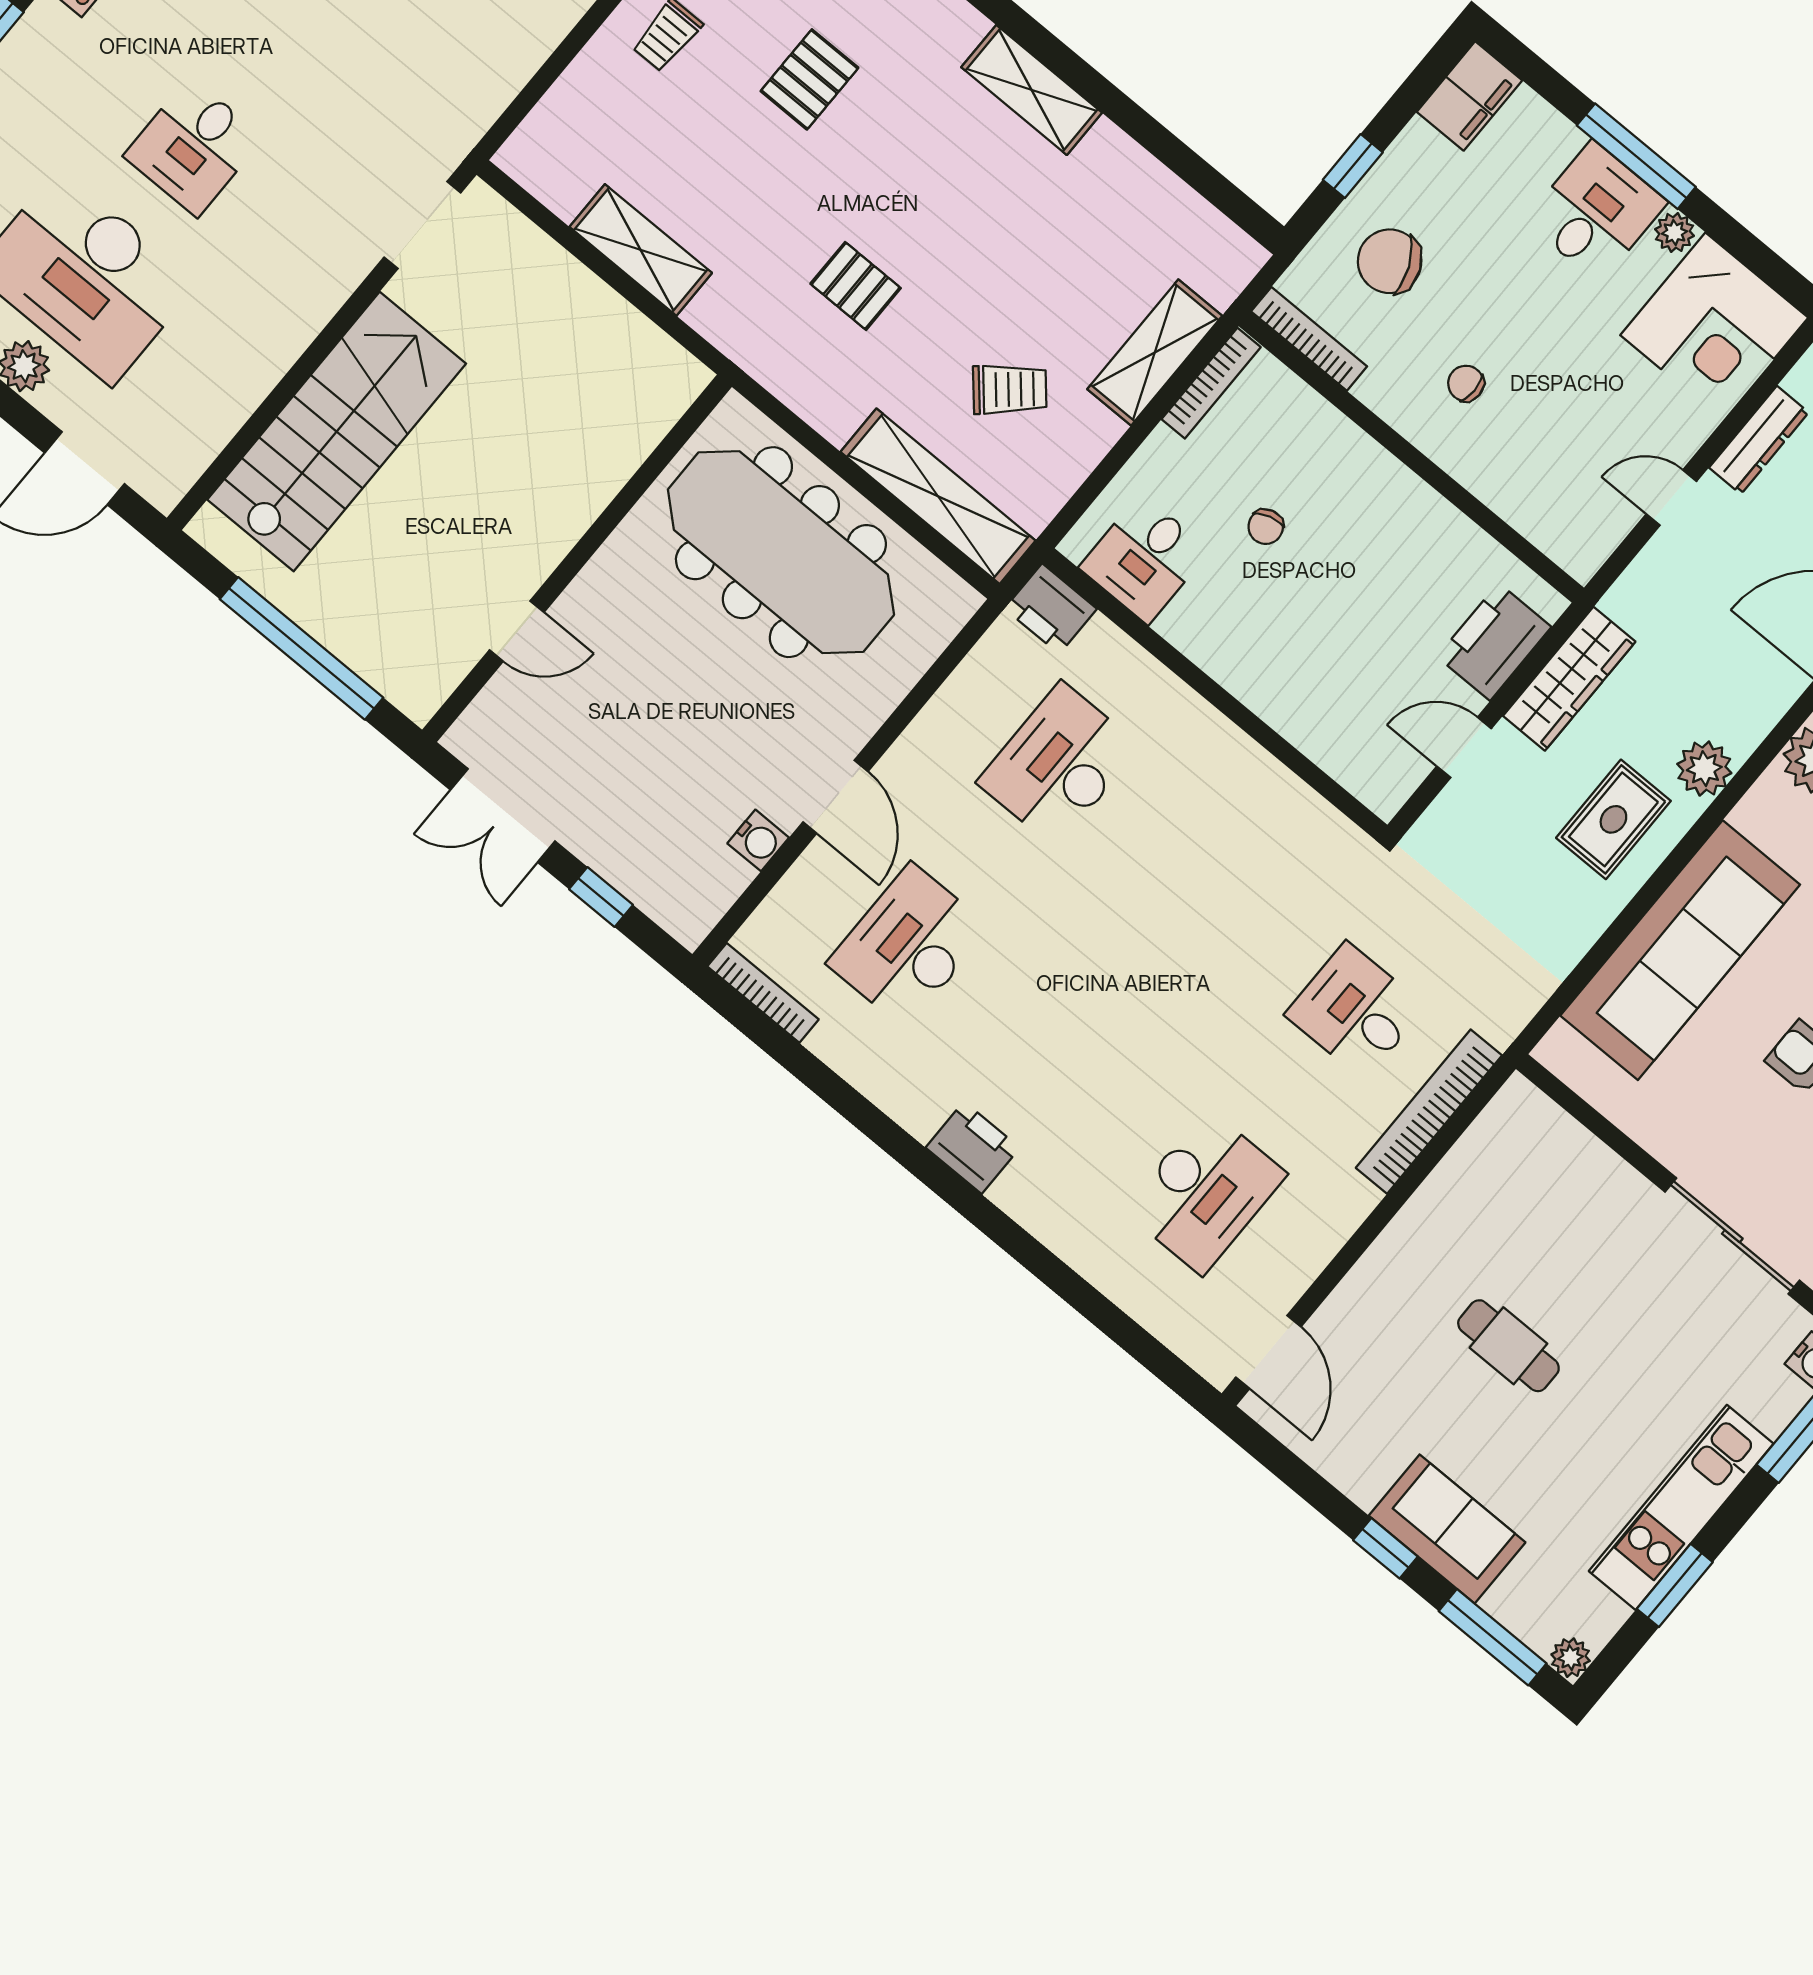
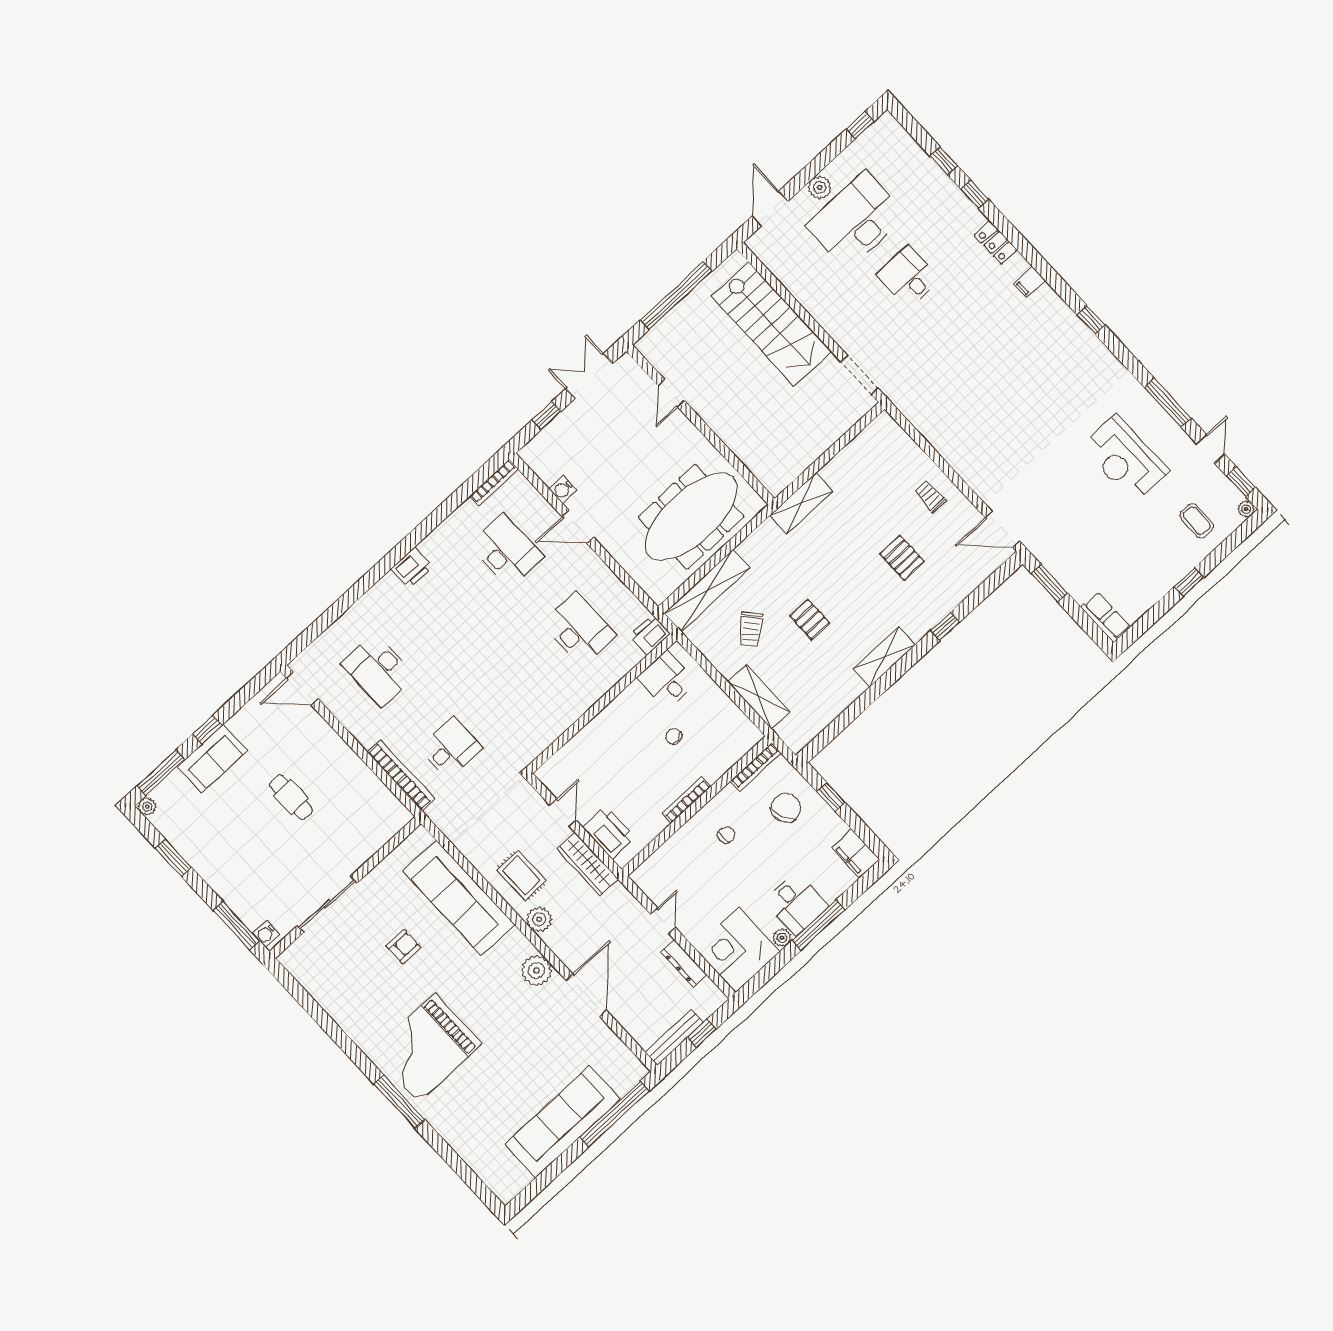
shelving: (641, 250) -> (801, 504), moved
pallet: (856, 286) -> (810, 619), moved, turned 90
bookcase: (1211, 383) -> (687, 800), moved, turned 90
cafe table: (1508, 1346) -> (291, 797), turned 90
kitchen unit: (1681, 1507) -> (208, 865), removed

